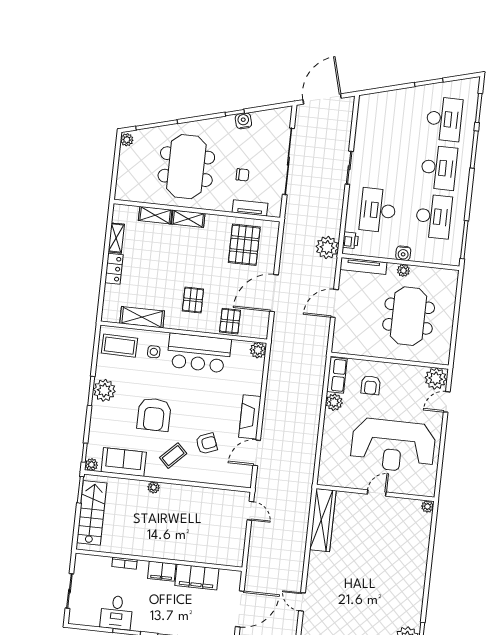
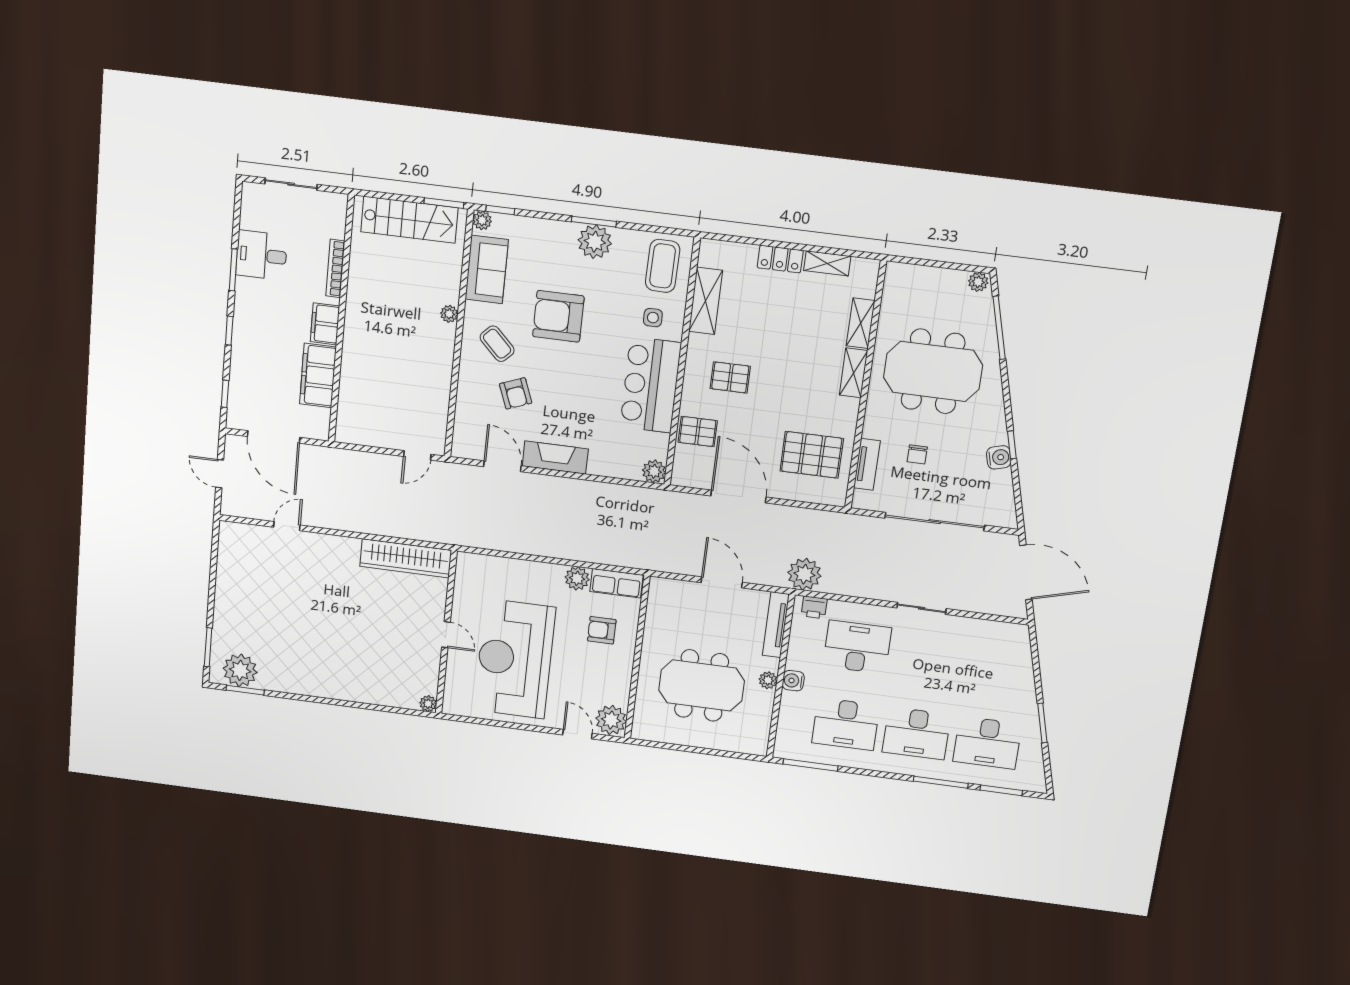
bookcase: (125, 563) -> (335, 268), width x1.56

